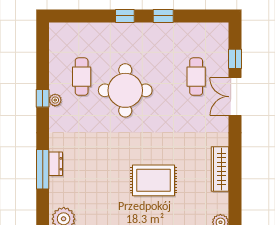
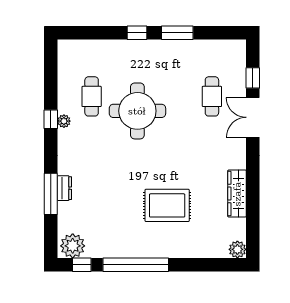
window: (163, 16) -> (177, 33), width x1.50

